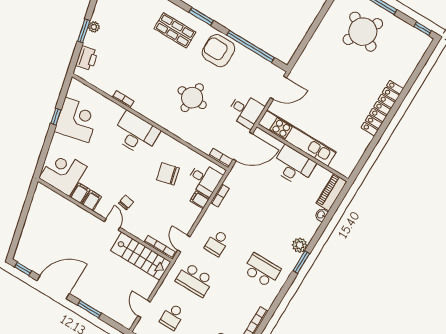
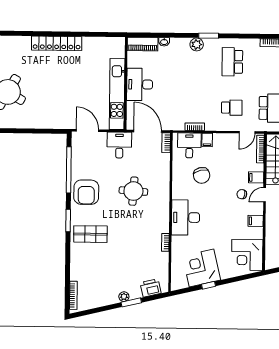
shop shelf: (175, 30) -> (90, 234), turned 90
filing cabinet: (80, 193) -> (256, 177), moved

